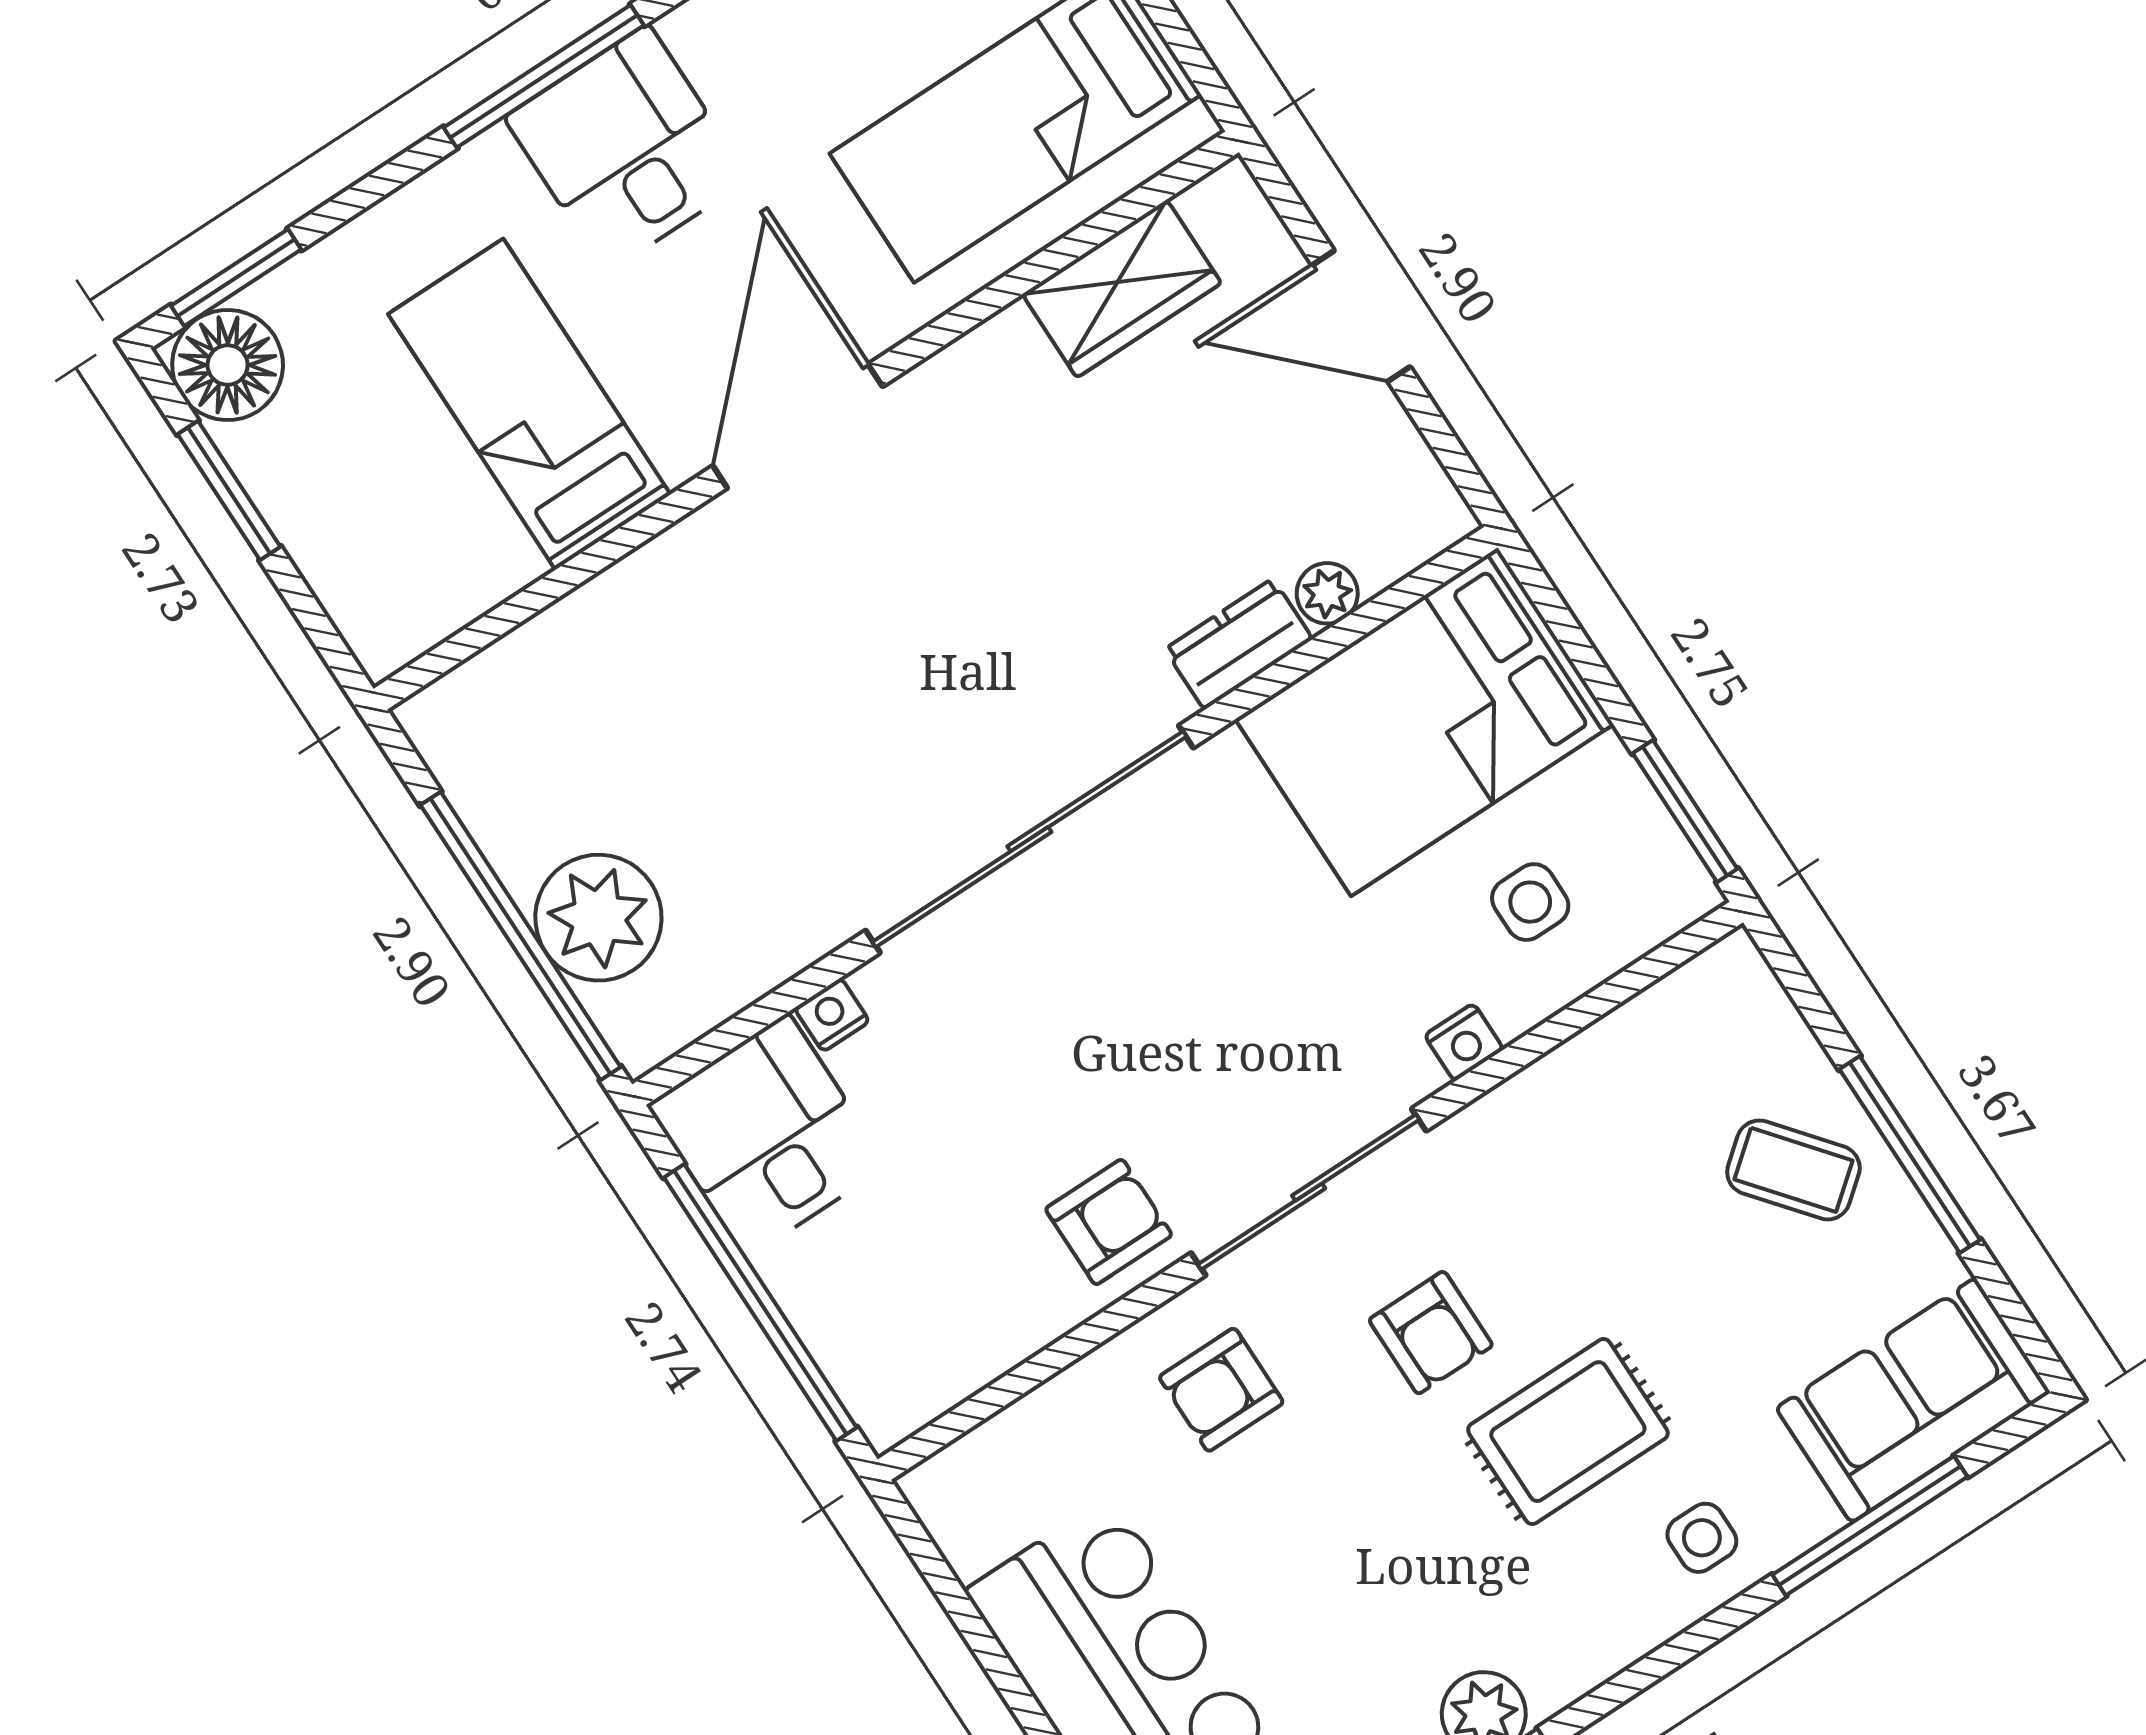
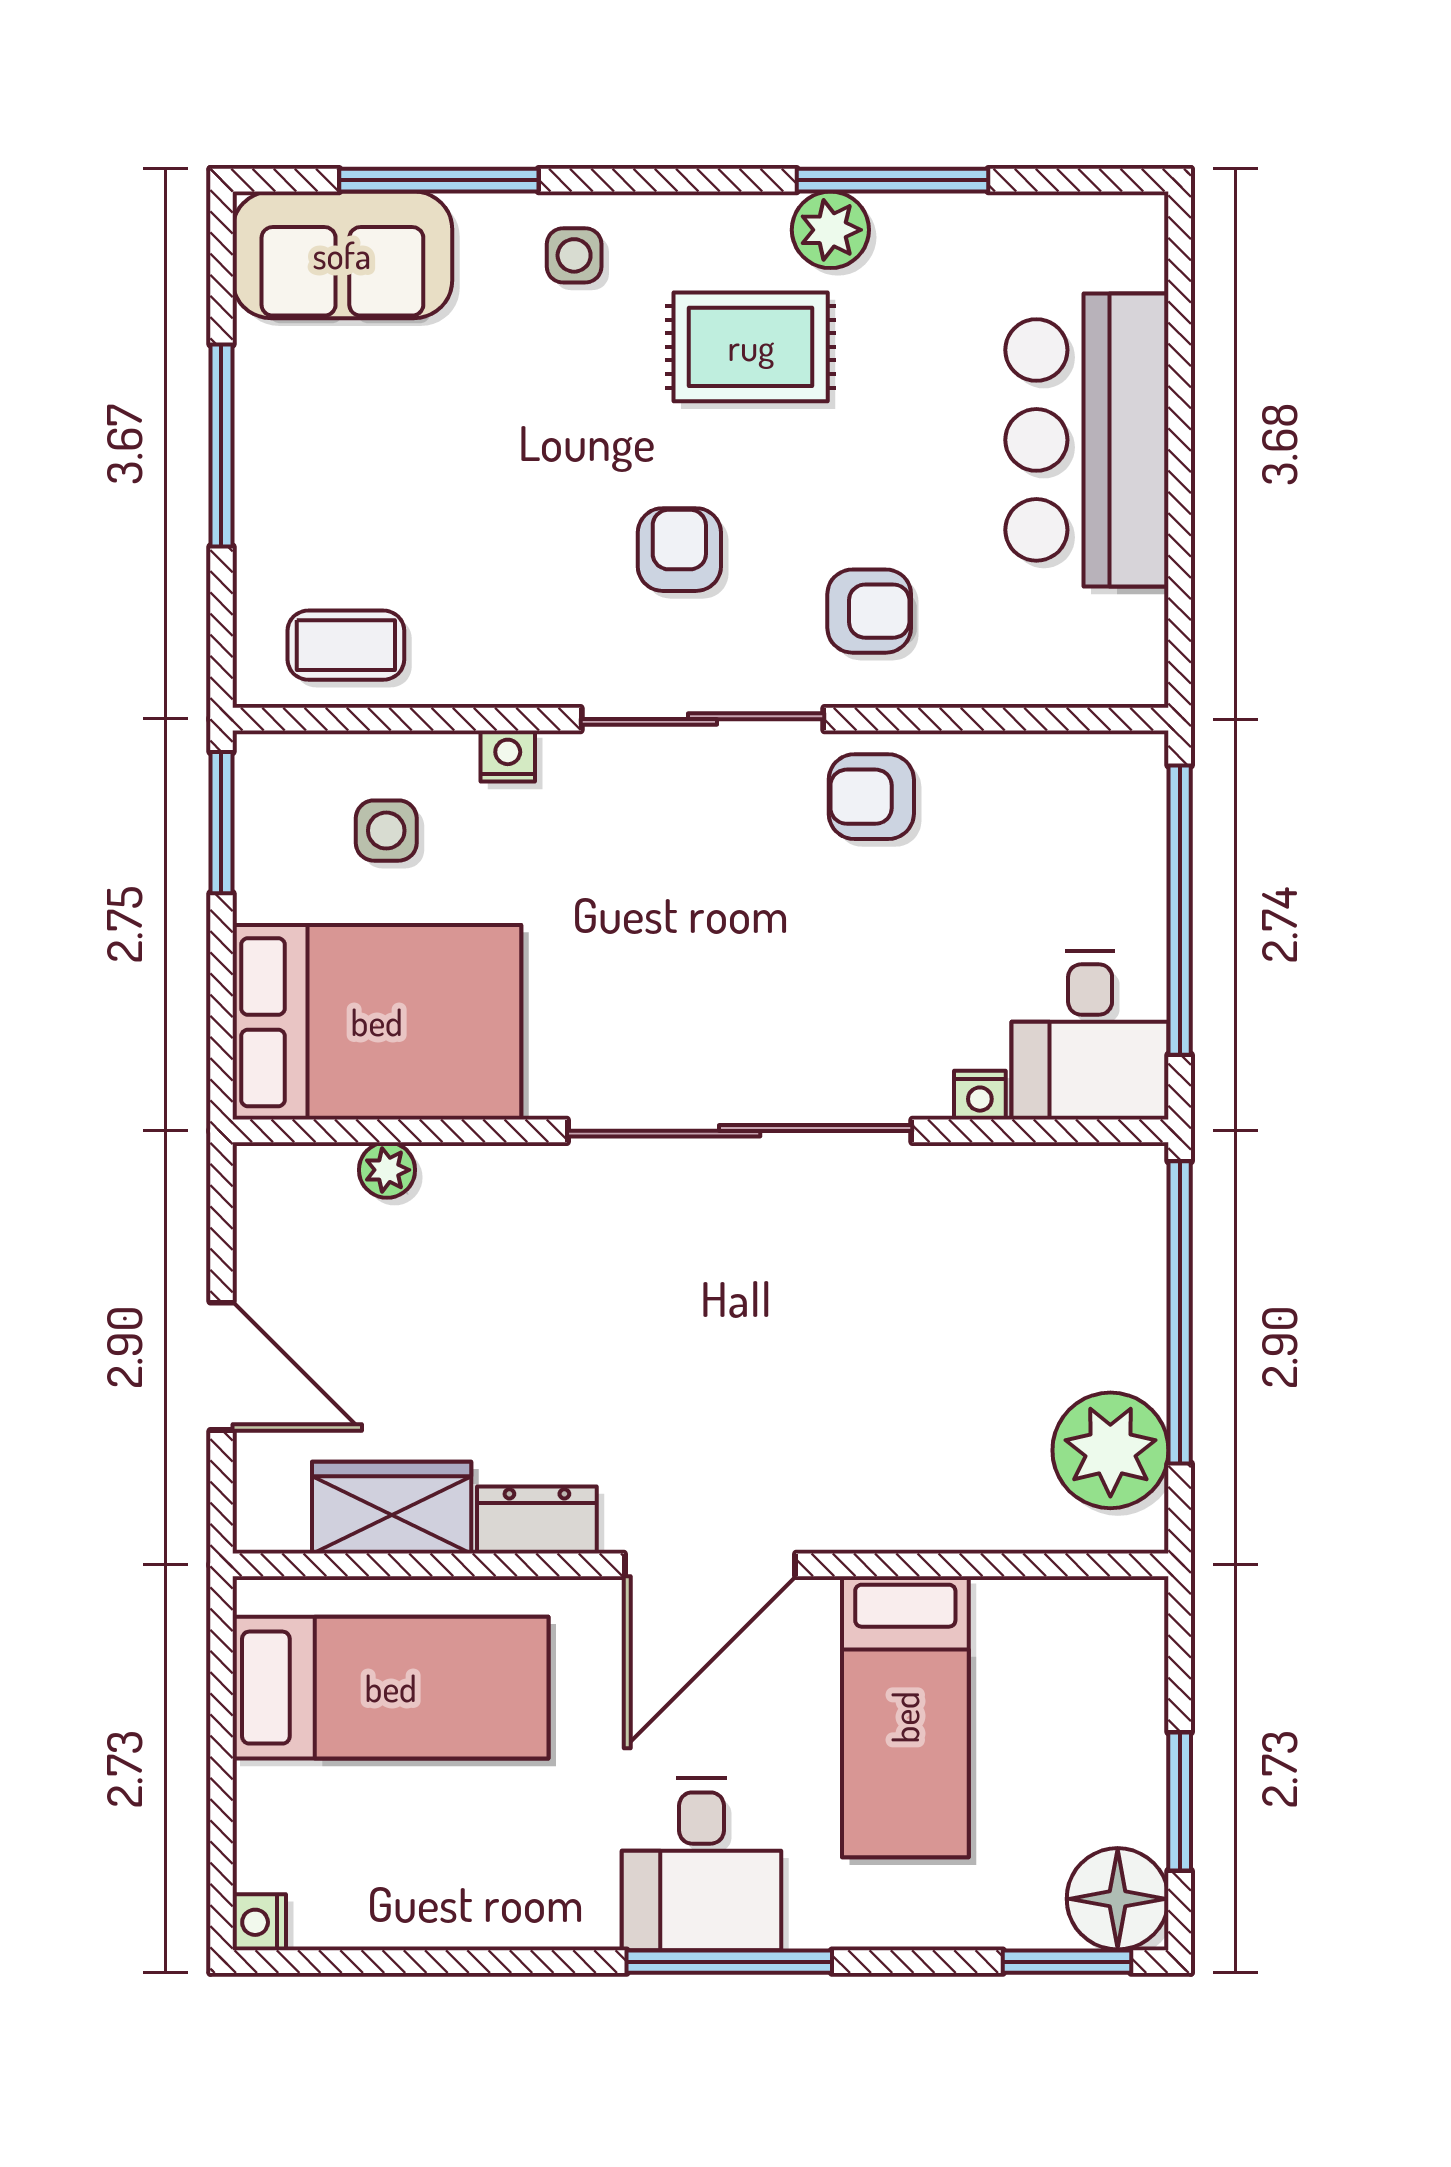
dresser: (1239, 644) -> (537, 1520), moved, turned 180
plant: (598, 918) -> (1110, 1450), moved
coffee table: (1793, 1170) -> (346, 645), moved, turned -51
rug: (1568, 1432) -> (751, 347), moved

